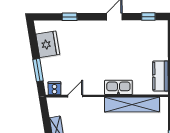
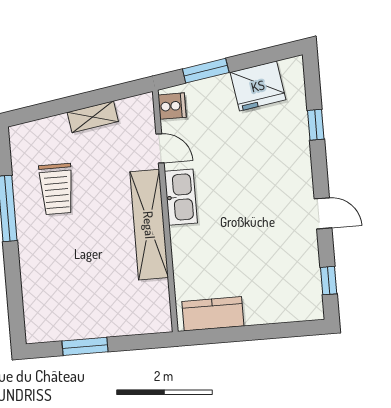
kitchen sink: (118, 87) -> (181, 197), moved
shelving: (132, 105) -> (149, 225), moved

